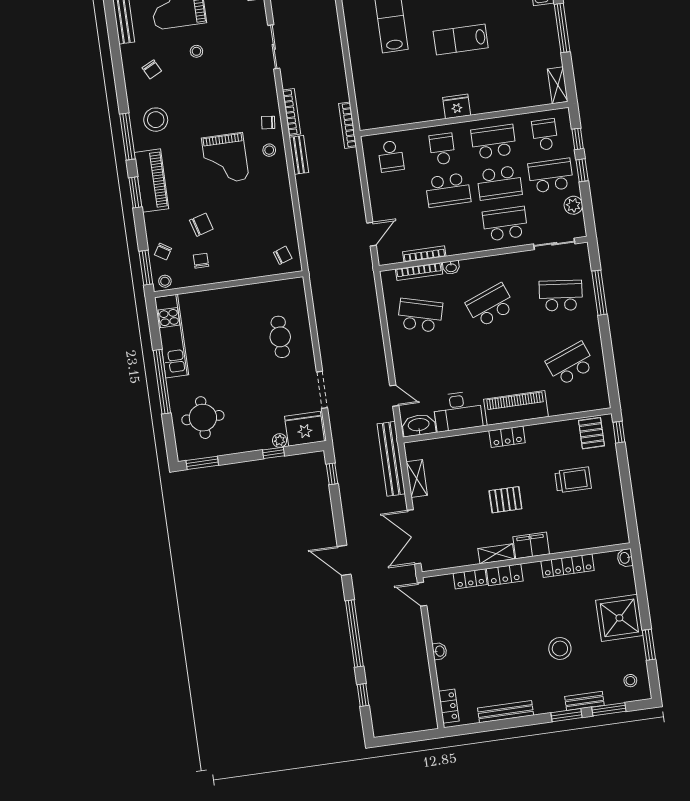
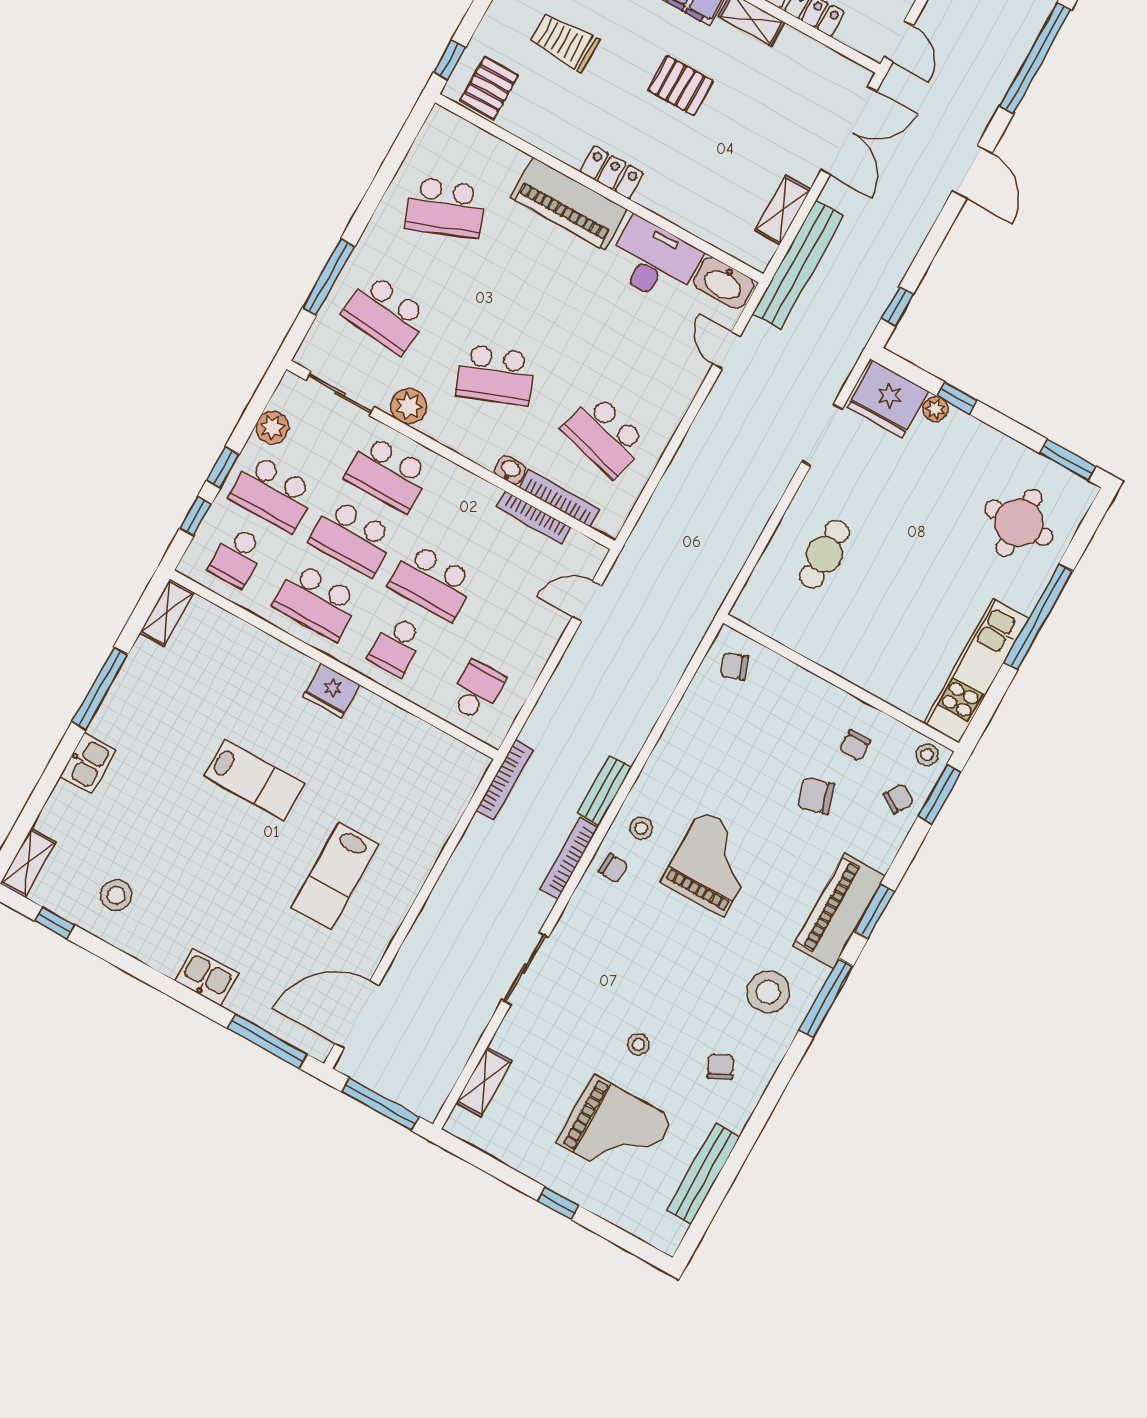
school desk: (499, 183) -> (352, 538), turned 180
school desk: (448, 190) -> (432, 582), turned 180
plant: (519, 262) -> (409, 406), added

